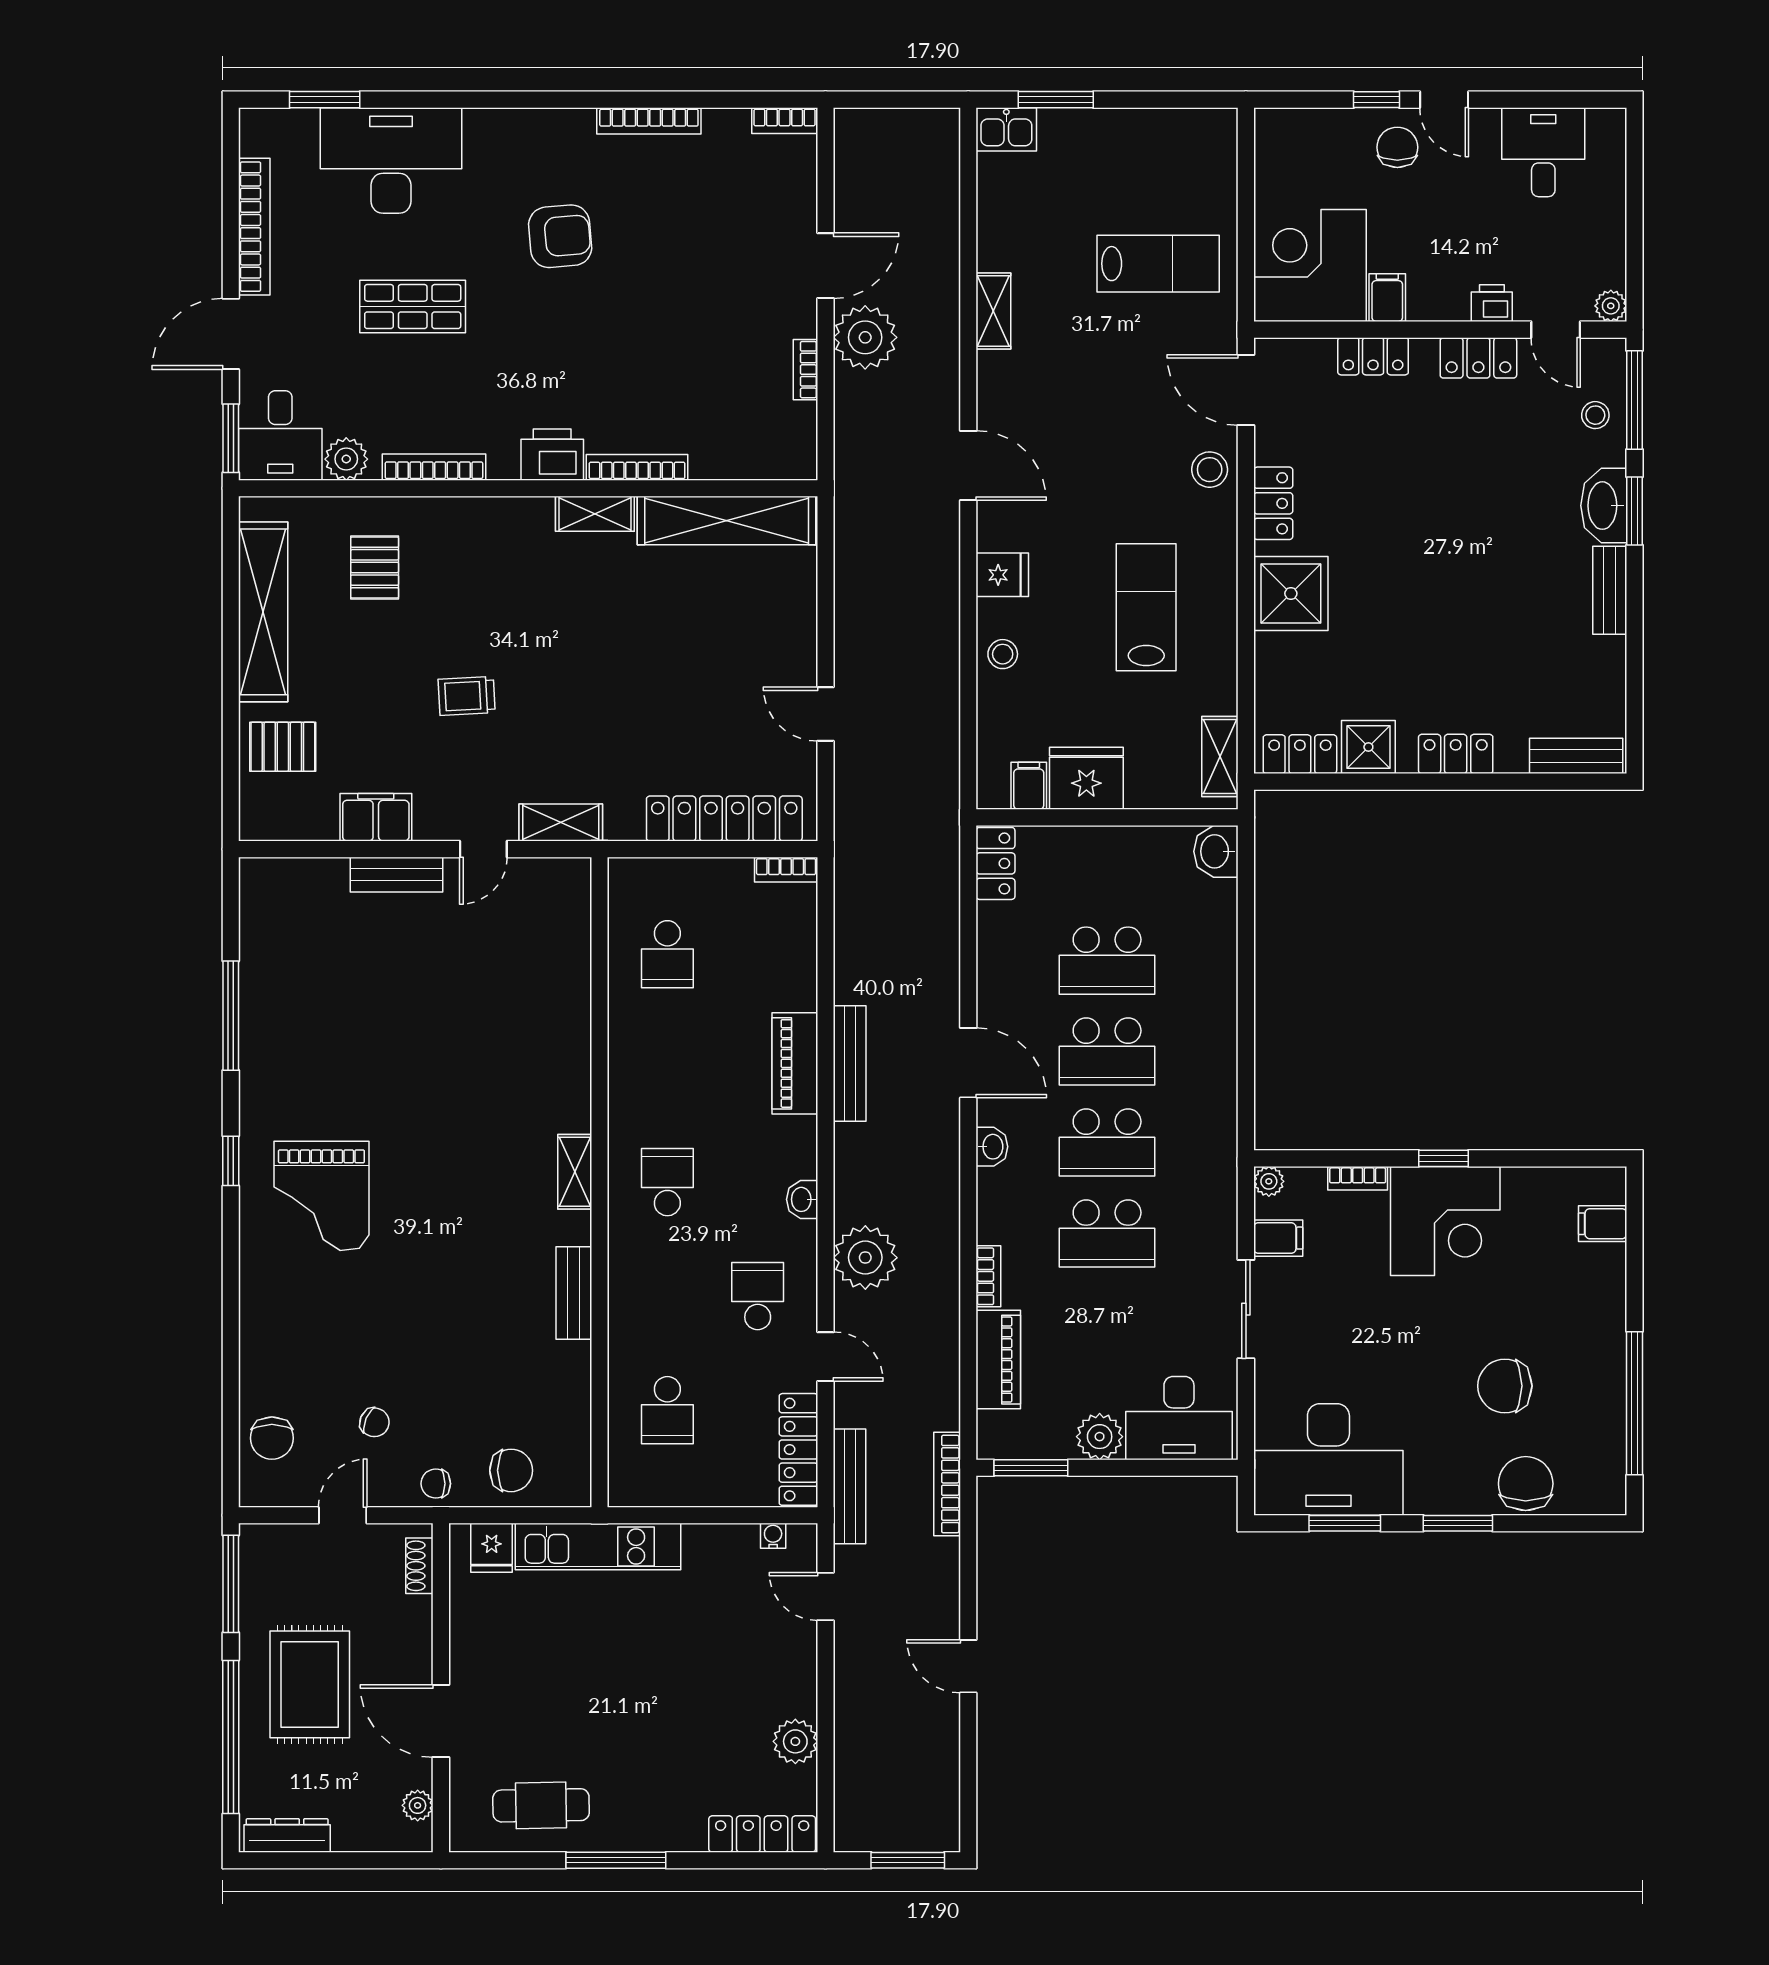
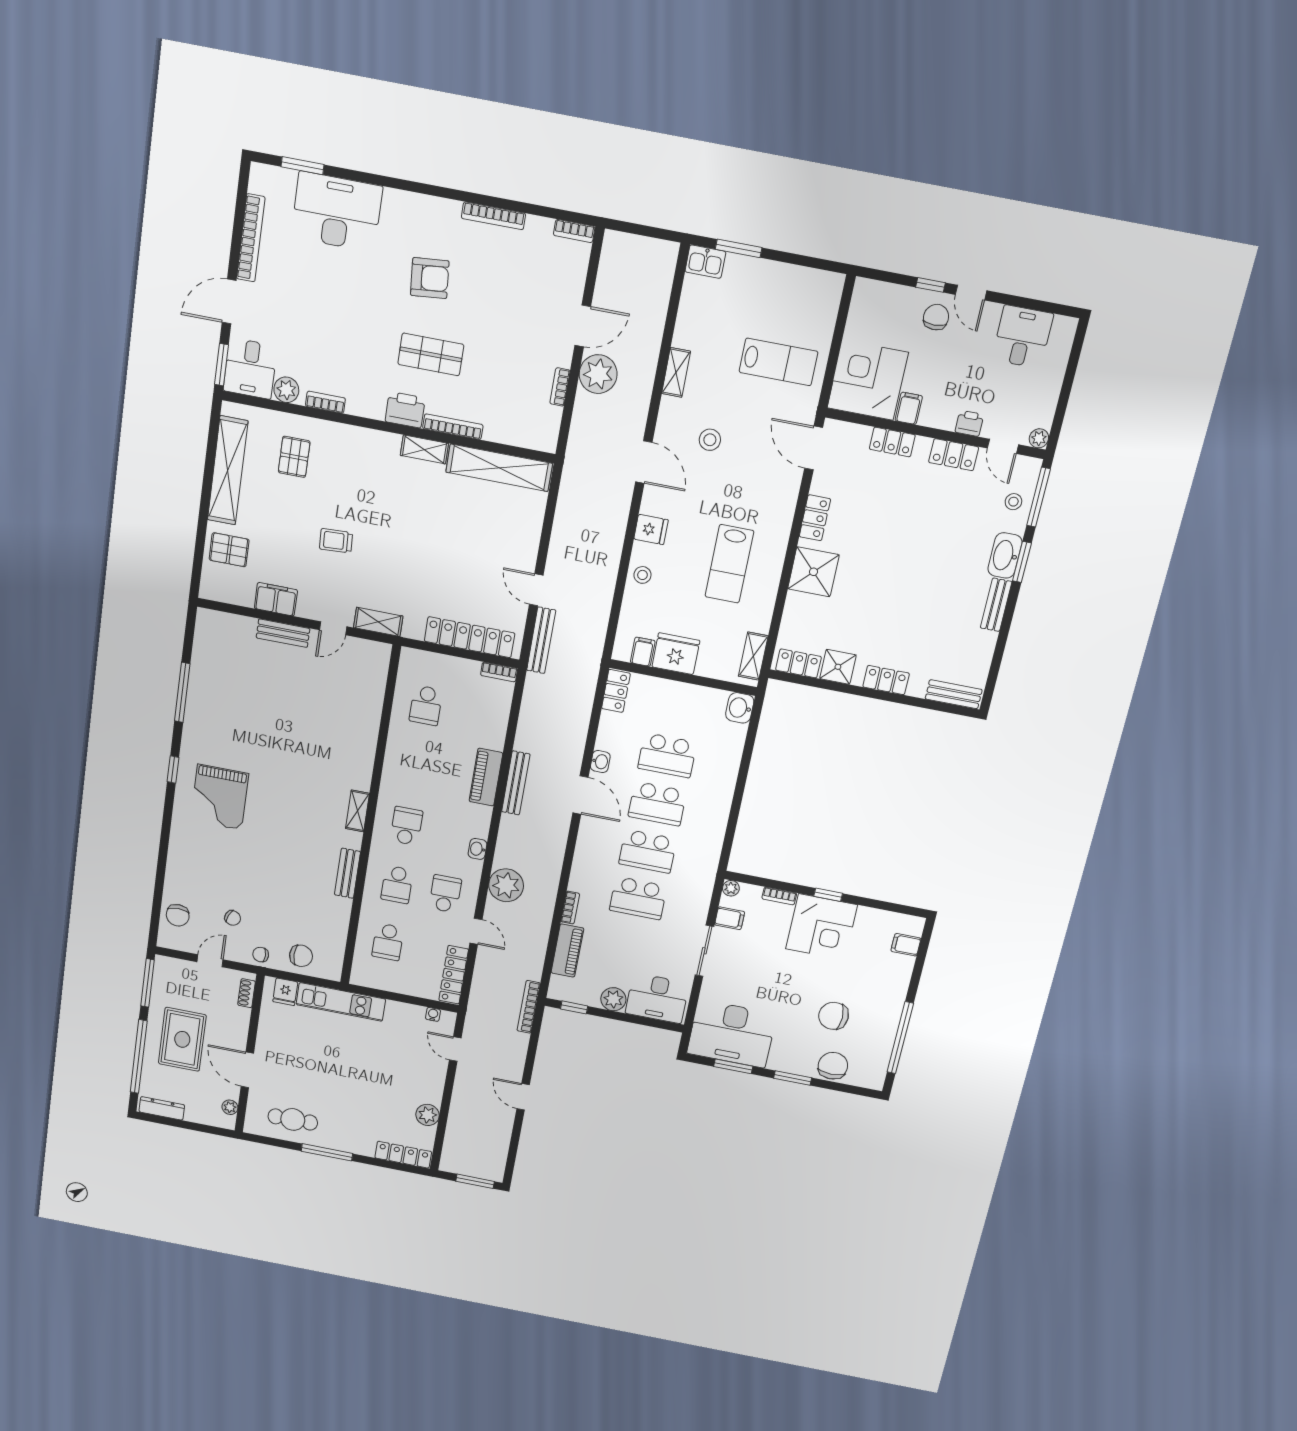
shop shelf: (413, 307) -> (431, 354), moved
bookcase: (434, 467) -> (325, 402), width x0.64
stool: (1210, 470) -> (710, 440), moved
lab bench: (1146, 607) -> (729, 564), turned 180
washbasin: (992, 1147) -> (600, 762), moved
school desk: (667, 1296) -> (397, 884), added
window: (1031, 1468) -> (574, 1007), width x0.67
bench: (850, 1486) -> (541, 640), moved

